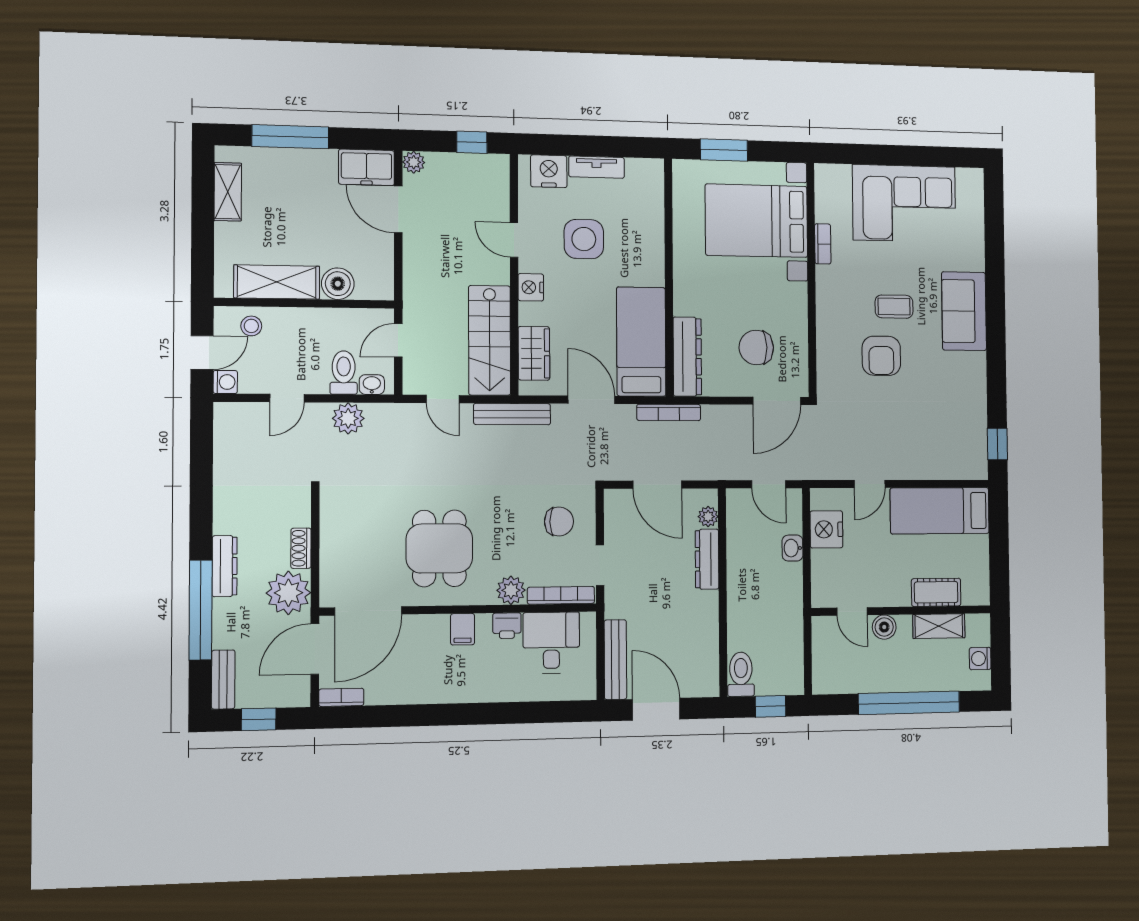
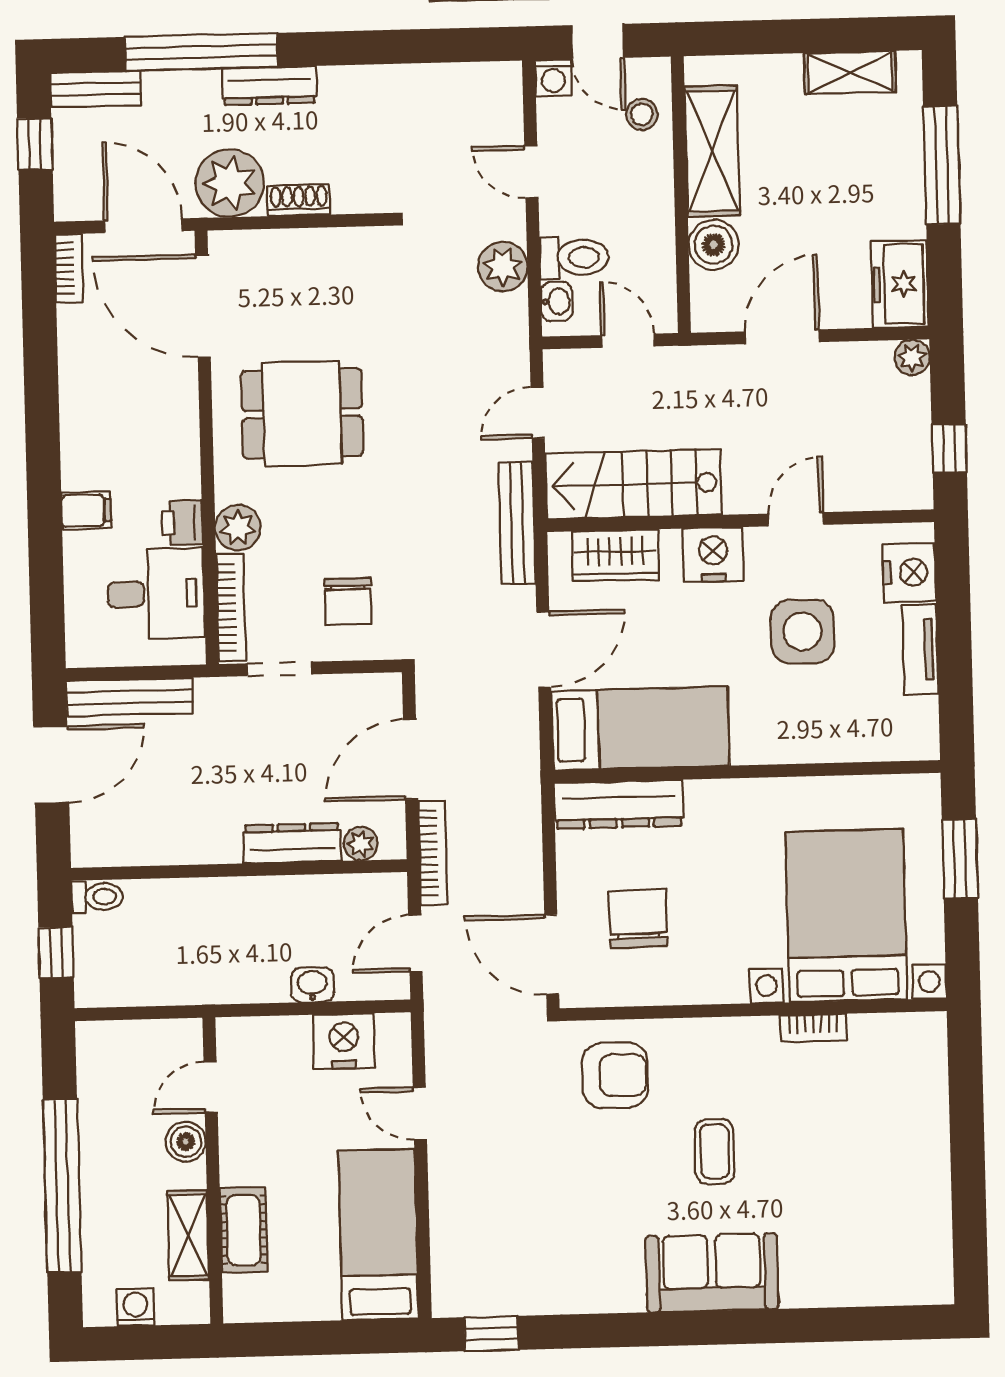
corner sofa: (904, 203) -> (888, 1166), removed
door: (398, 209) -> (782, 337), moved
nightstand: (531, 287) -> (713, 555), width x1.36, depth x1.33
armchair: (881, 356) -> (615, 1075), moved, turned 180
bookcase: (669, 412) -> (433, 853), moved, turned 180
filing cabinet: (463, 629) -> (86, 511), moved, turned 180
toilet: (741, 674) -> (97, 897), width x0.73, depth x0.72

